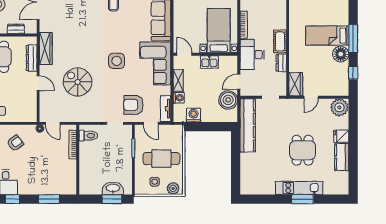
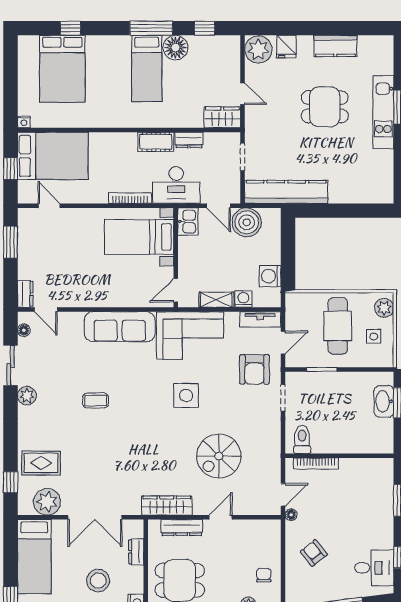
kitchen sink: (209, 62) -> (188, 222), moved
fridge: (341, 136) -> (286, 47), moved

